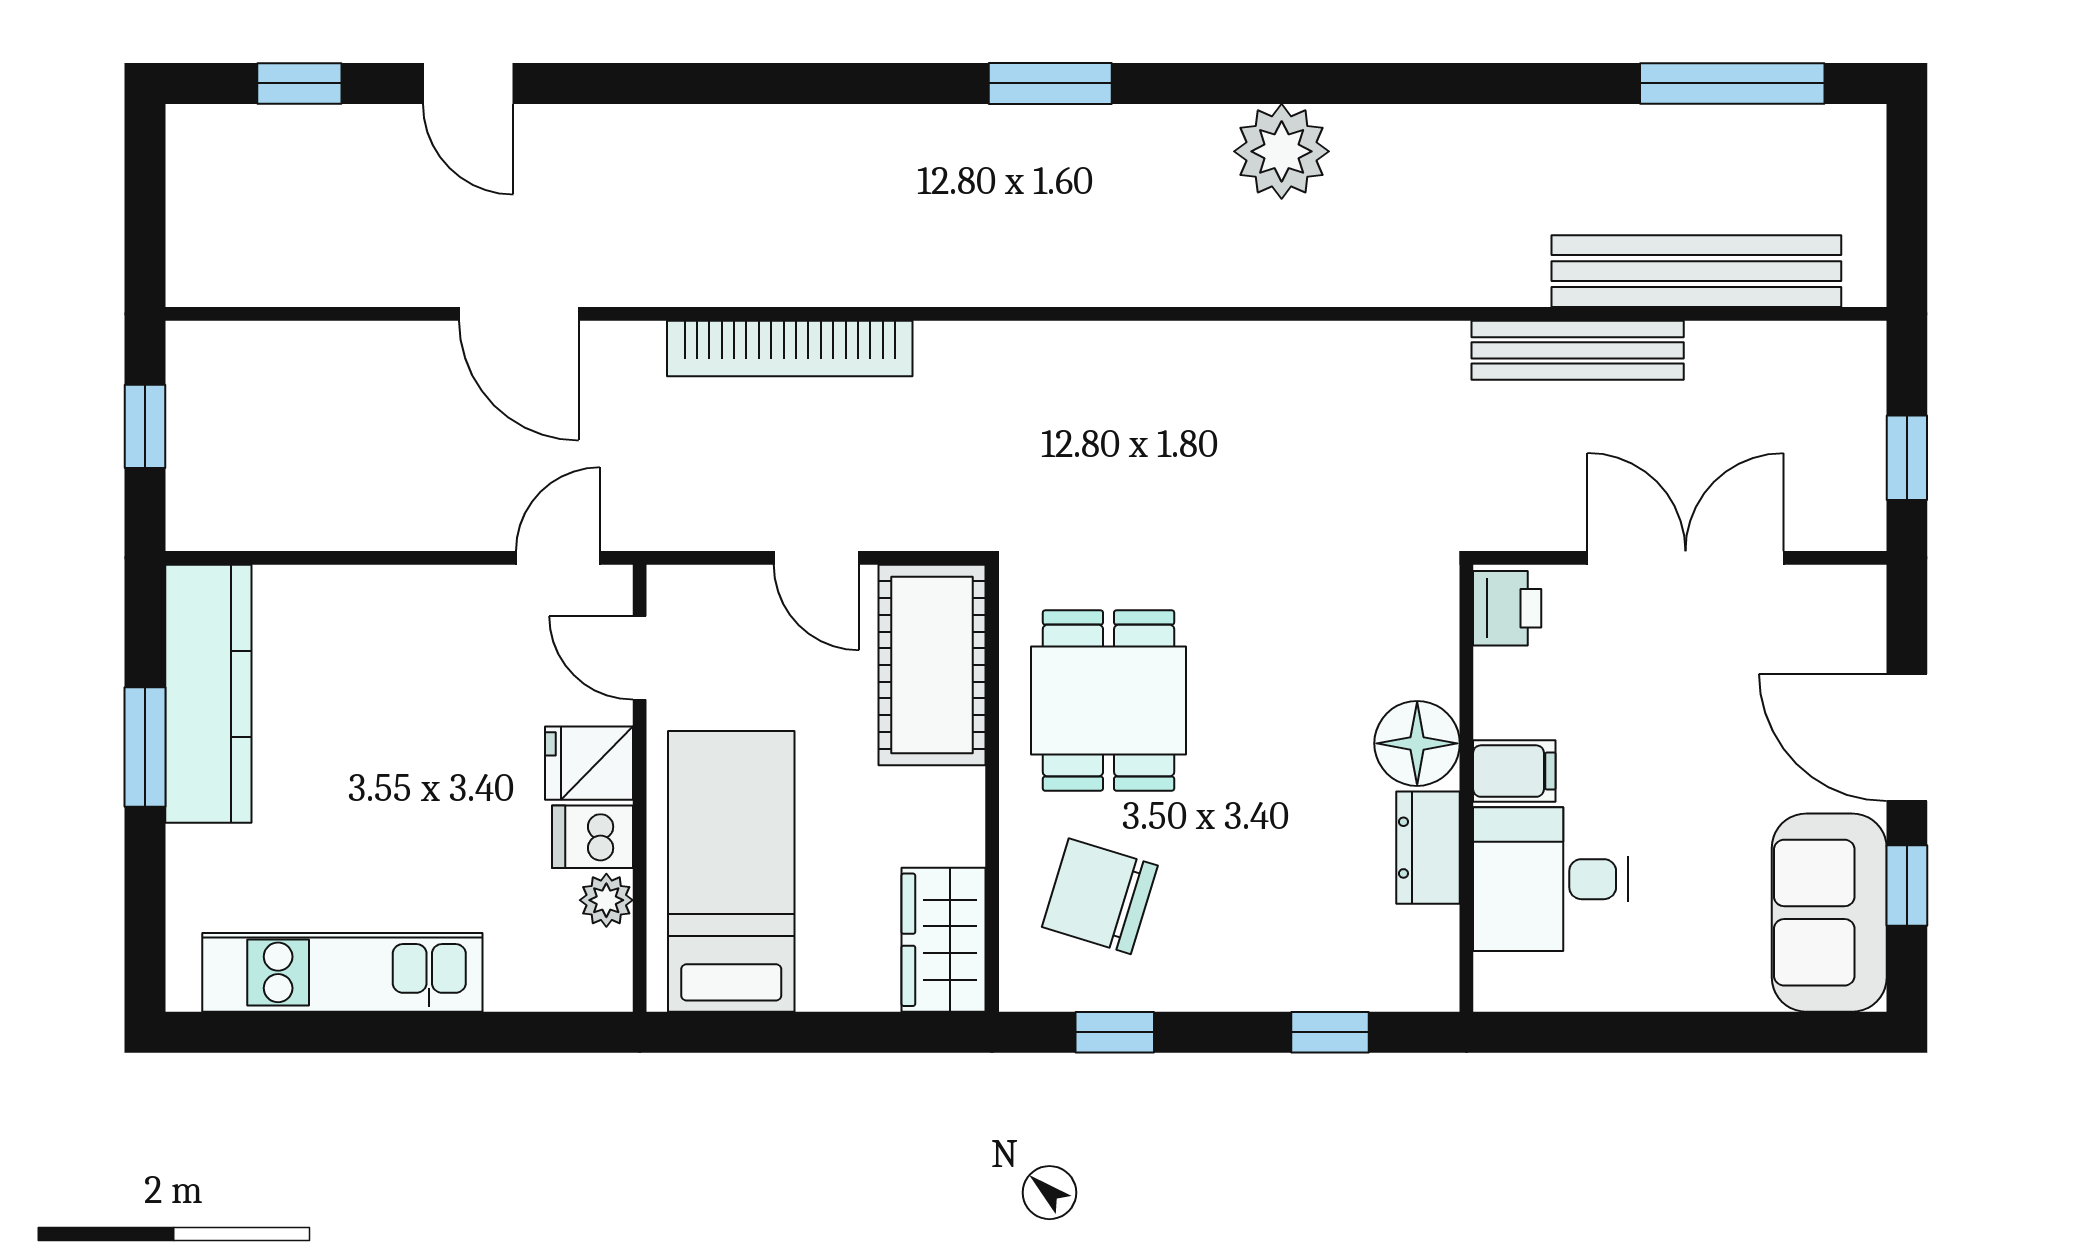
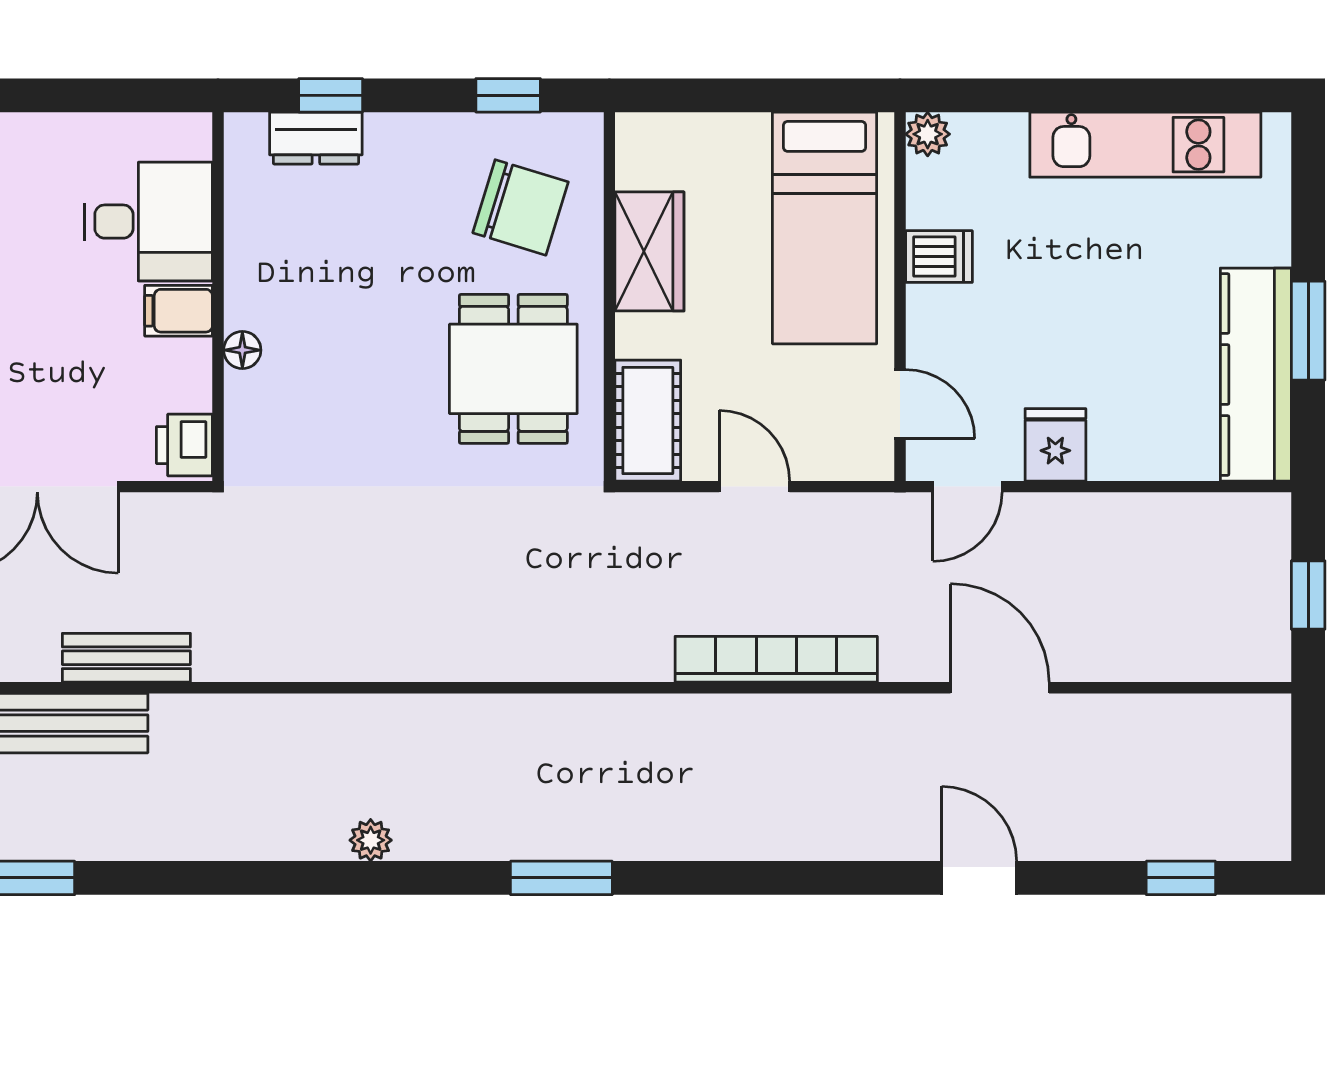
door: (468, 83) -> (979, 878), moved
plant: (1282, 151) -> (371, 840), width x0.53, depth x0.53
bench: (1578, 350) -> (126, 658), width x0.73
cot: (932, 665) -> (648, 421), width x0.73, depth x0.75
floor lamp: (1417, 743) -> (242, 350), width x0.53, depth x0.53
fridge: (589, 763) -> (1055, 445), moved, turned -90
dresser: (1428, 848) -> (316, 138), moved, turned 90
plant: (606, 900) -> (928, 134), moved
wardrobe: (944, 940) -> (649, 251), moved

